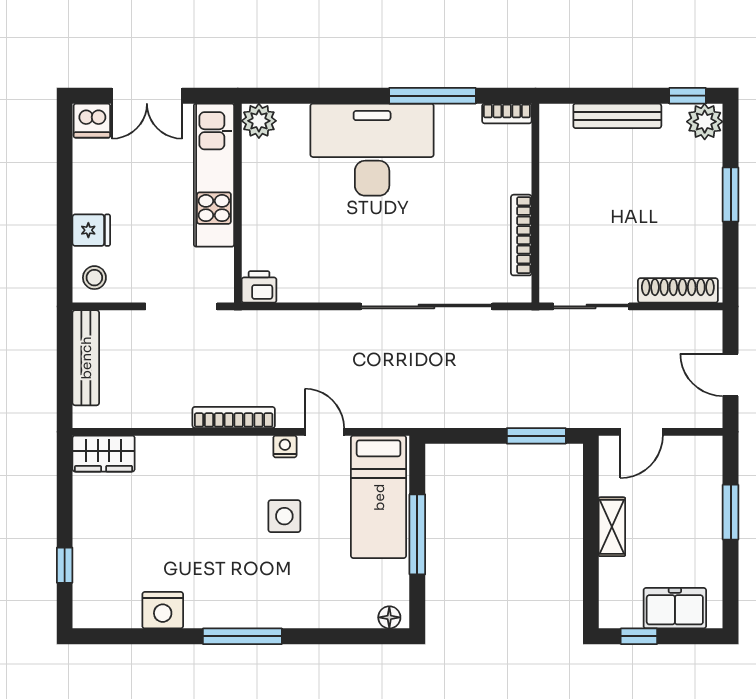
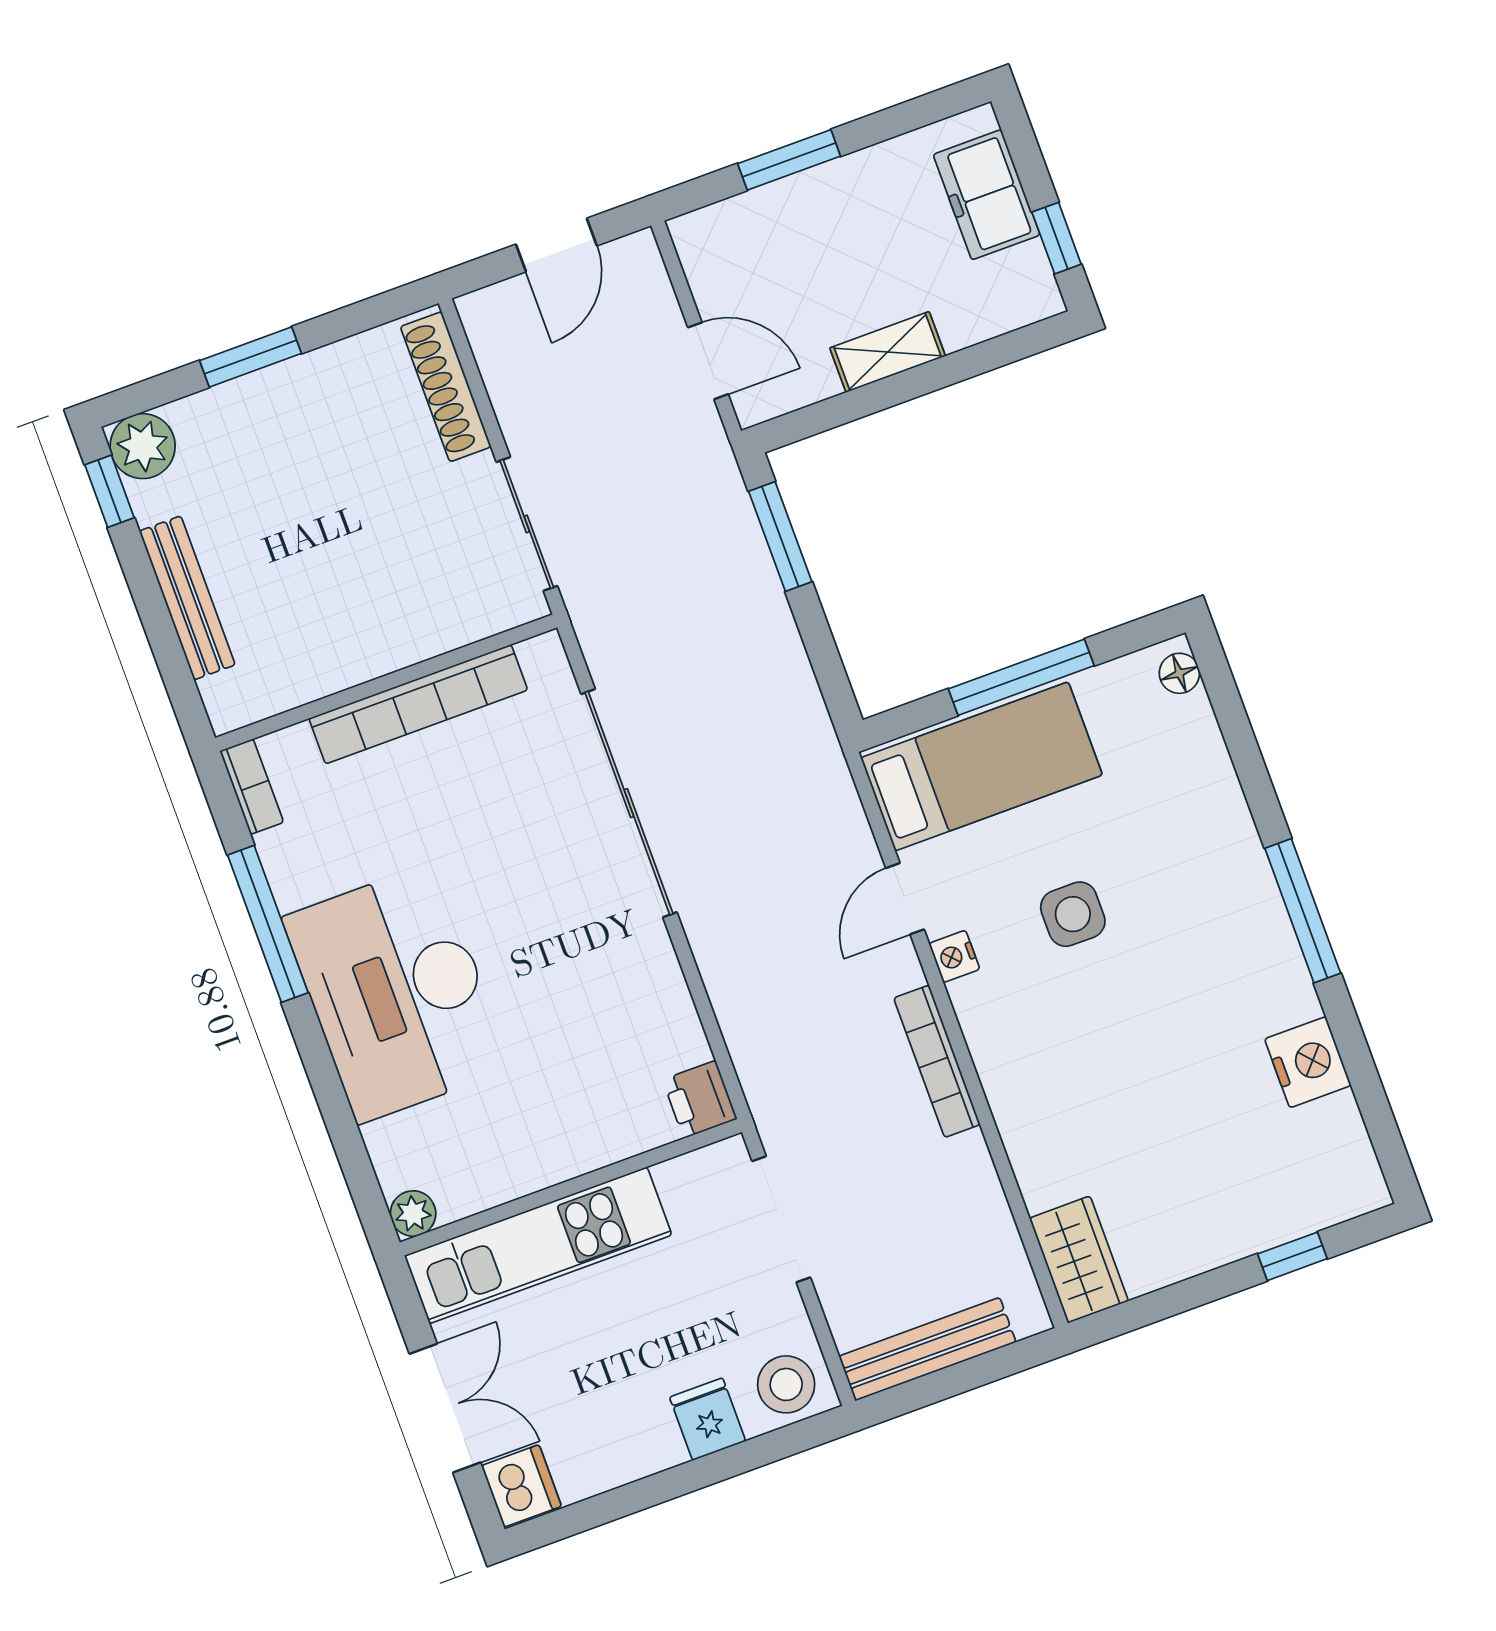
plant: (259, 121) -> (413, 1214), width x0.73, depth x0.73
bookcase: (521, 235) -> (418, 704), width x1.48, depth x1.31
stool: (94, 278) -> (786, 1384), width x1.37, depth x1.37

